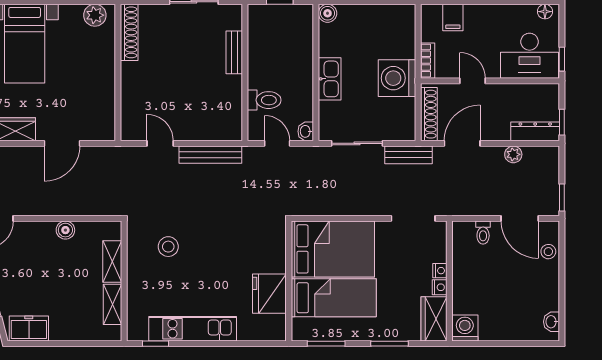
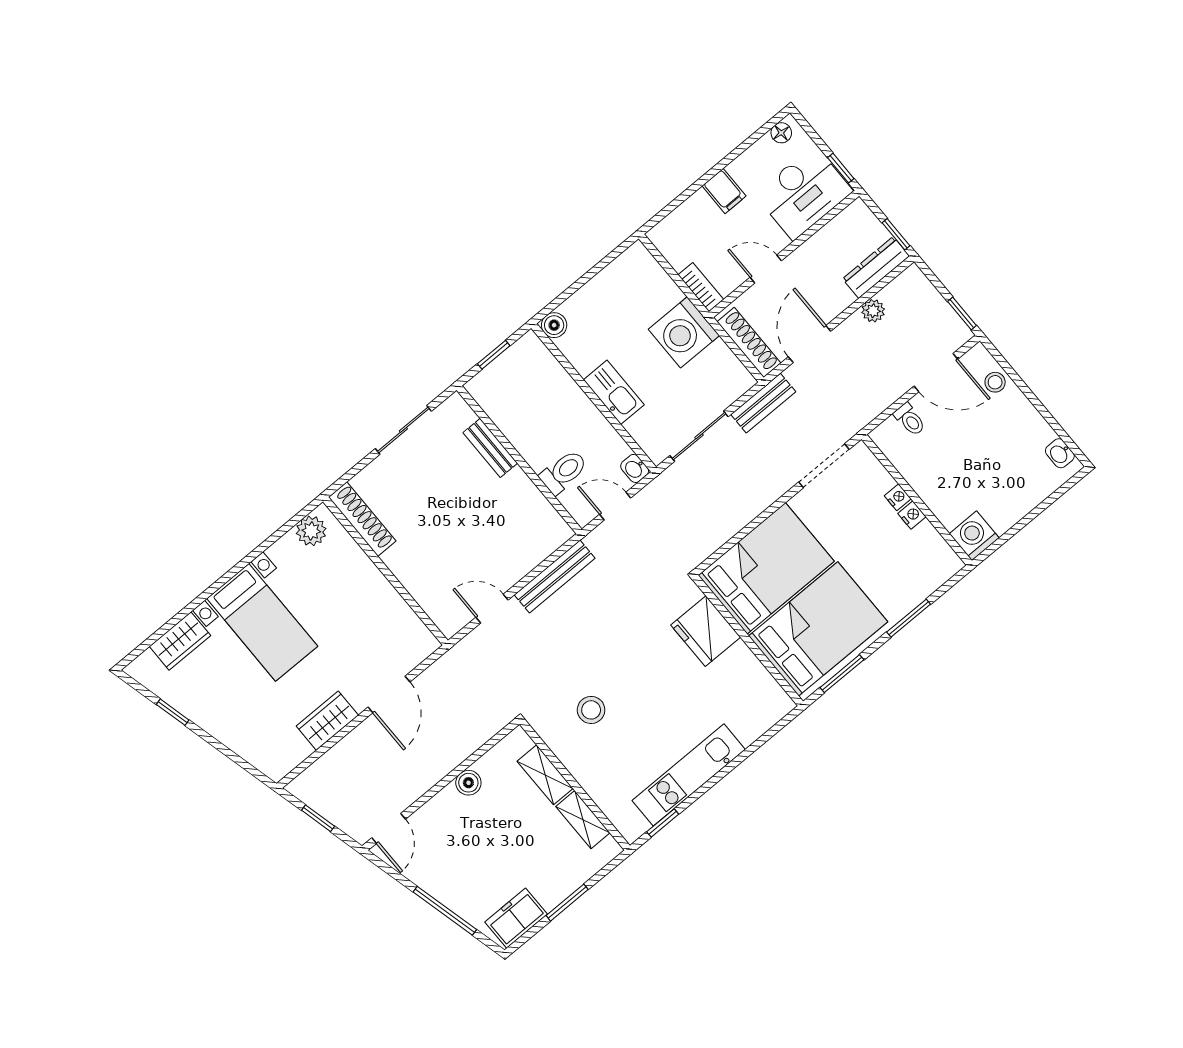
filing cabinet: (453, 17) -> (724, 191), moved
fridge: (269, 294) -> (706, 631), moved
bed: (334, 298) -> (818, 629), width x1.50
wardrobe: (434, 319) -> (934, 553), removed
window: (65, 344) -> (567, 903), added

